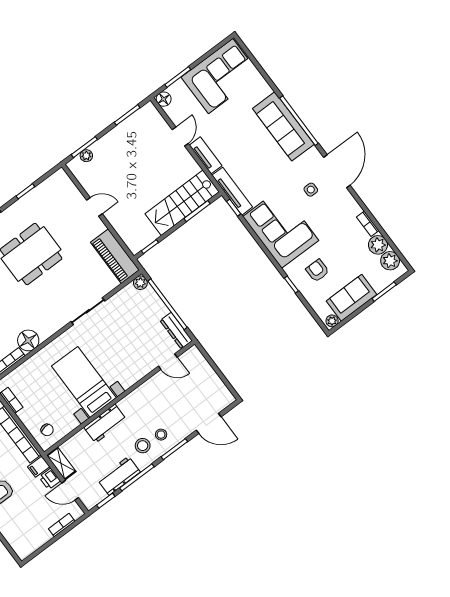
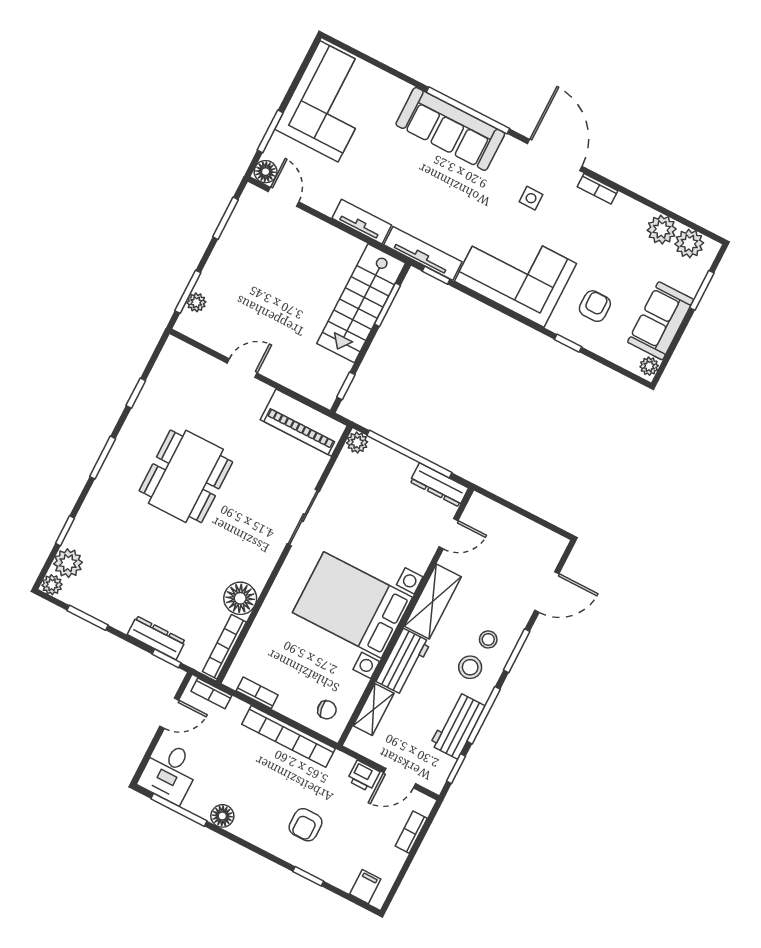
door: (180, 137) -> (283, 197), moved
bookcase: (368, 224) -> (597, 189), moved
armchair: (317, 271) -> (595, 306), turned 90
bed with nightstands: (84, 382) -> (353, 605), width x1.36
shelving: (139, 397) -> (433, 601), added
shelving: (61, 464) -> (374, 710), moved, turned 90
filing cabinet: (39, 467) -> (365, 887), moved, turned 180

